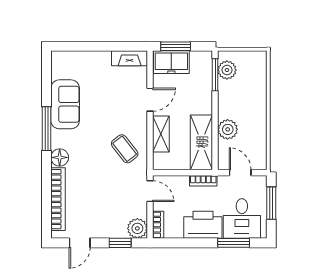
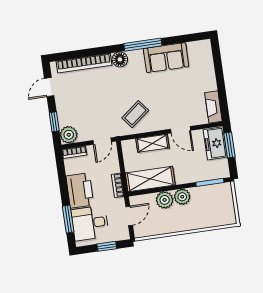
plant: (227, 70) -> (182, 197), moved
window: (271, 203) -> (107, 246), width x0.67
door: (80, 243) -> (49, 87), hinge flipped

